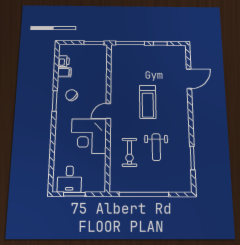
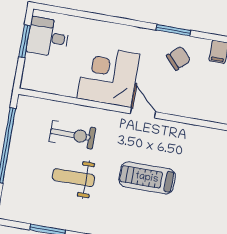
exercise bike: (129, 152) -> (72, 135), turned 180

